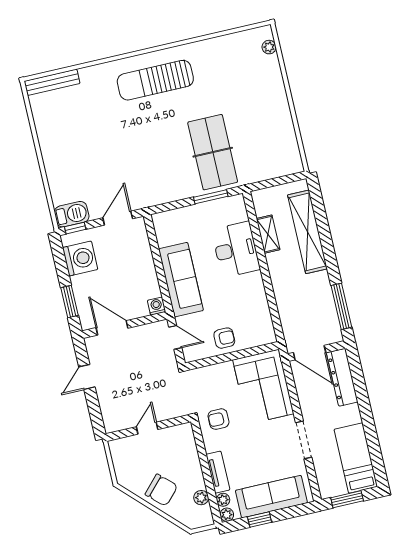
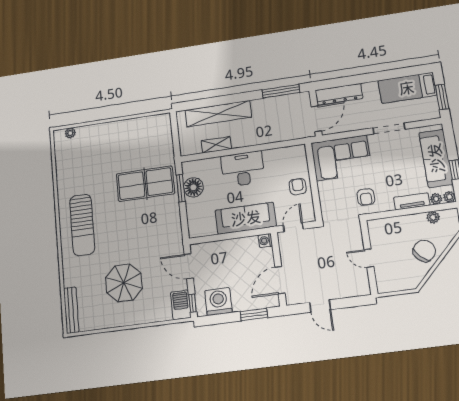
parasol: (90, 142) -> (124, 283), added
floor lamp: (213, 212) -> (193, 187), added
desk: (236, 249) -> (243, 169), moved

